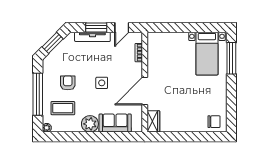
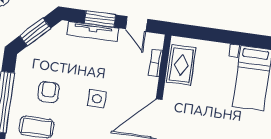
door: (122, 27) -> (136, 24), hinge flipped
rug: (157, 51) -> (181, 65), added

